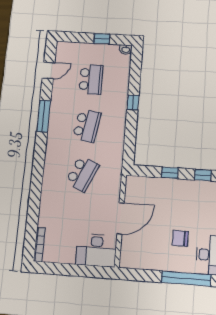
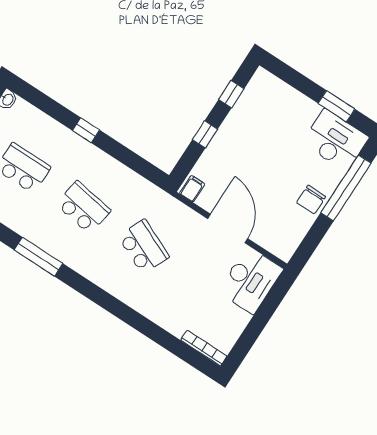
filing cabinet: (133, 183) -> (192, 189), added
chair: (180, 238) -> (311, 200), moved

